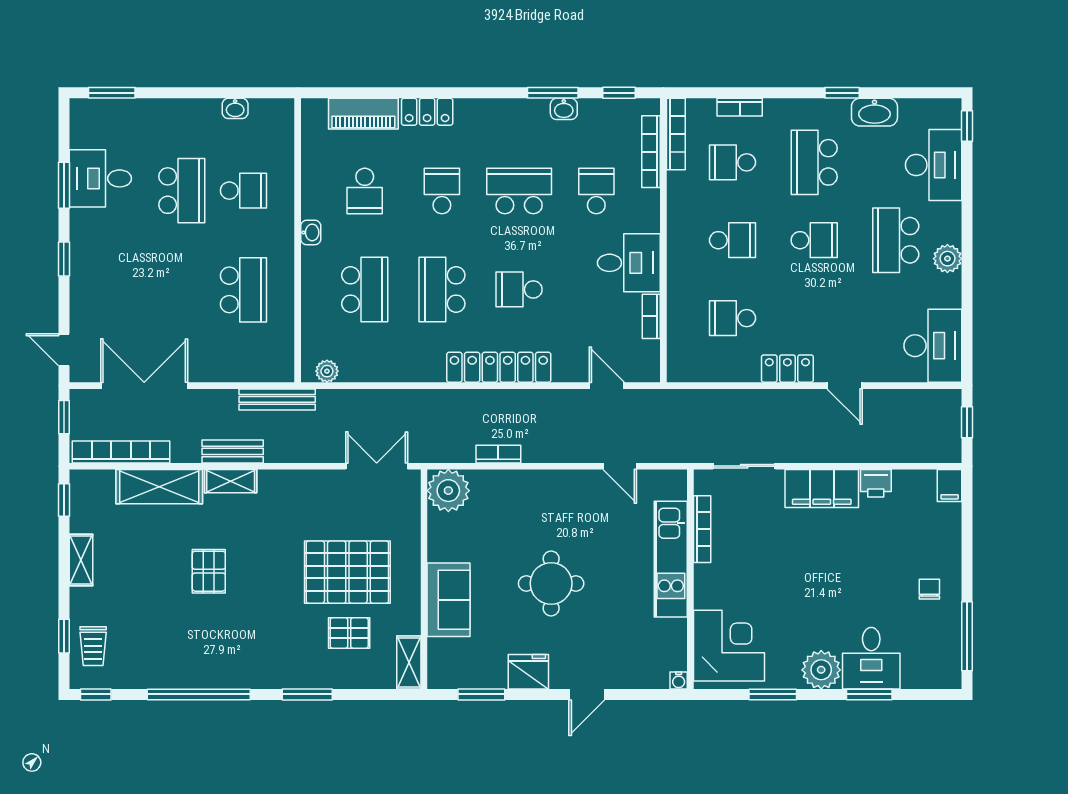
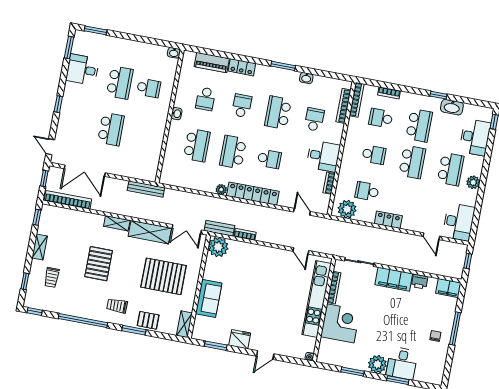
window: (553, 93) -> (283, 66), moved
window: (619, 93) -> (334, 75), removed
washbasin: (235, 108) -> (174, 53), moved
school desk: (814, 162) -> (419, 125), turned 180
window: (64, 185) -> (69, 48), moved
school desk: (519, 191) -> (278, 113), turned -90
school desk: (814, 240) -> (412, 162), width x1.85
school desk: (896, 240) -> (451, 169), turned 180
school desk: (519, 289) -> (269, 159), turned 180
school desk: (243, 290) -> (111, 129), moved
plant: (699, 363) -> (347, 209), added
plant: (327, 371) -> (221, 190), moved
double door: (144, 386) -> (85, 171), swing flipped
door: (845, 386) -> (431, 236), moved
bench: (233, 451) -> (219, 228), moved
double door: (377, 466) -> (187, 229), swing flipped
filing cabinet: (950, 486) -> (448, 288), width x2.00
shelving: (159, 487) -> (150, 232), moved
kitchen unit: (671, 559) -> (317, 299), width x1.36
pallet: (209, 571) -> (99, 264), width x1.50, depth x1.42
round table: (551, 583) -> (258, 300), removed
pallet: (349, 633) -> (148, 320), moved
window: (967, 636) -> (455, 329), moved
trolley: (93, 646) -> (52, 277), moved
corner desk: (729, 646) -> (340, 323), moved
trolley: (263, 651) -> (117, 306), added

